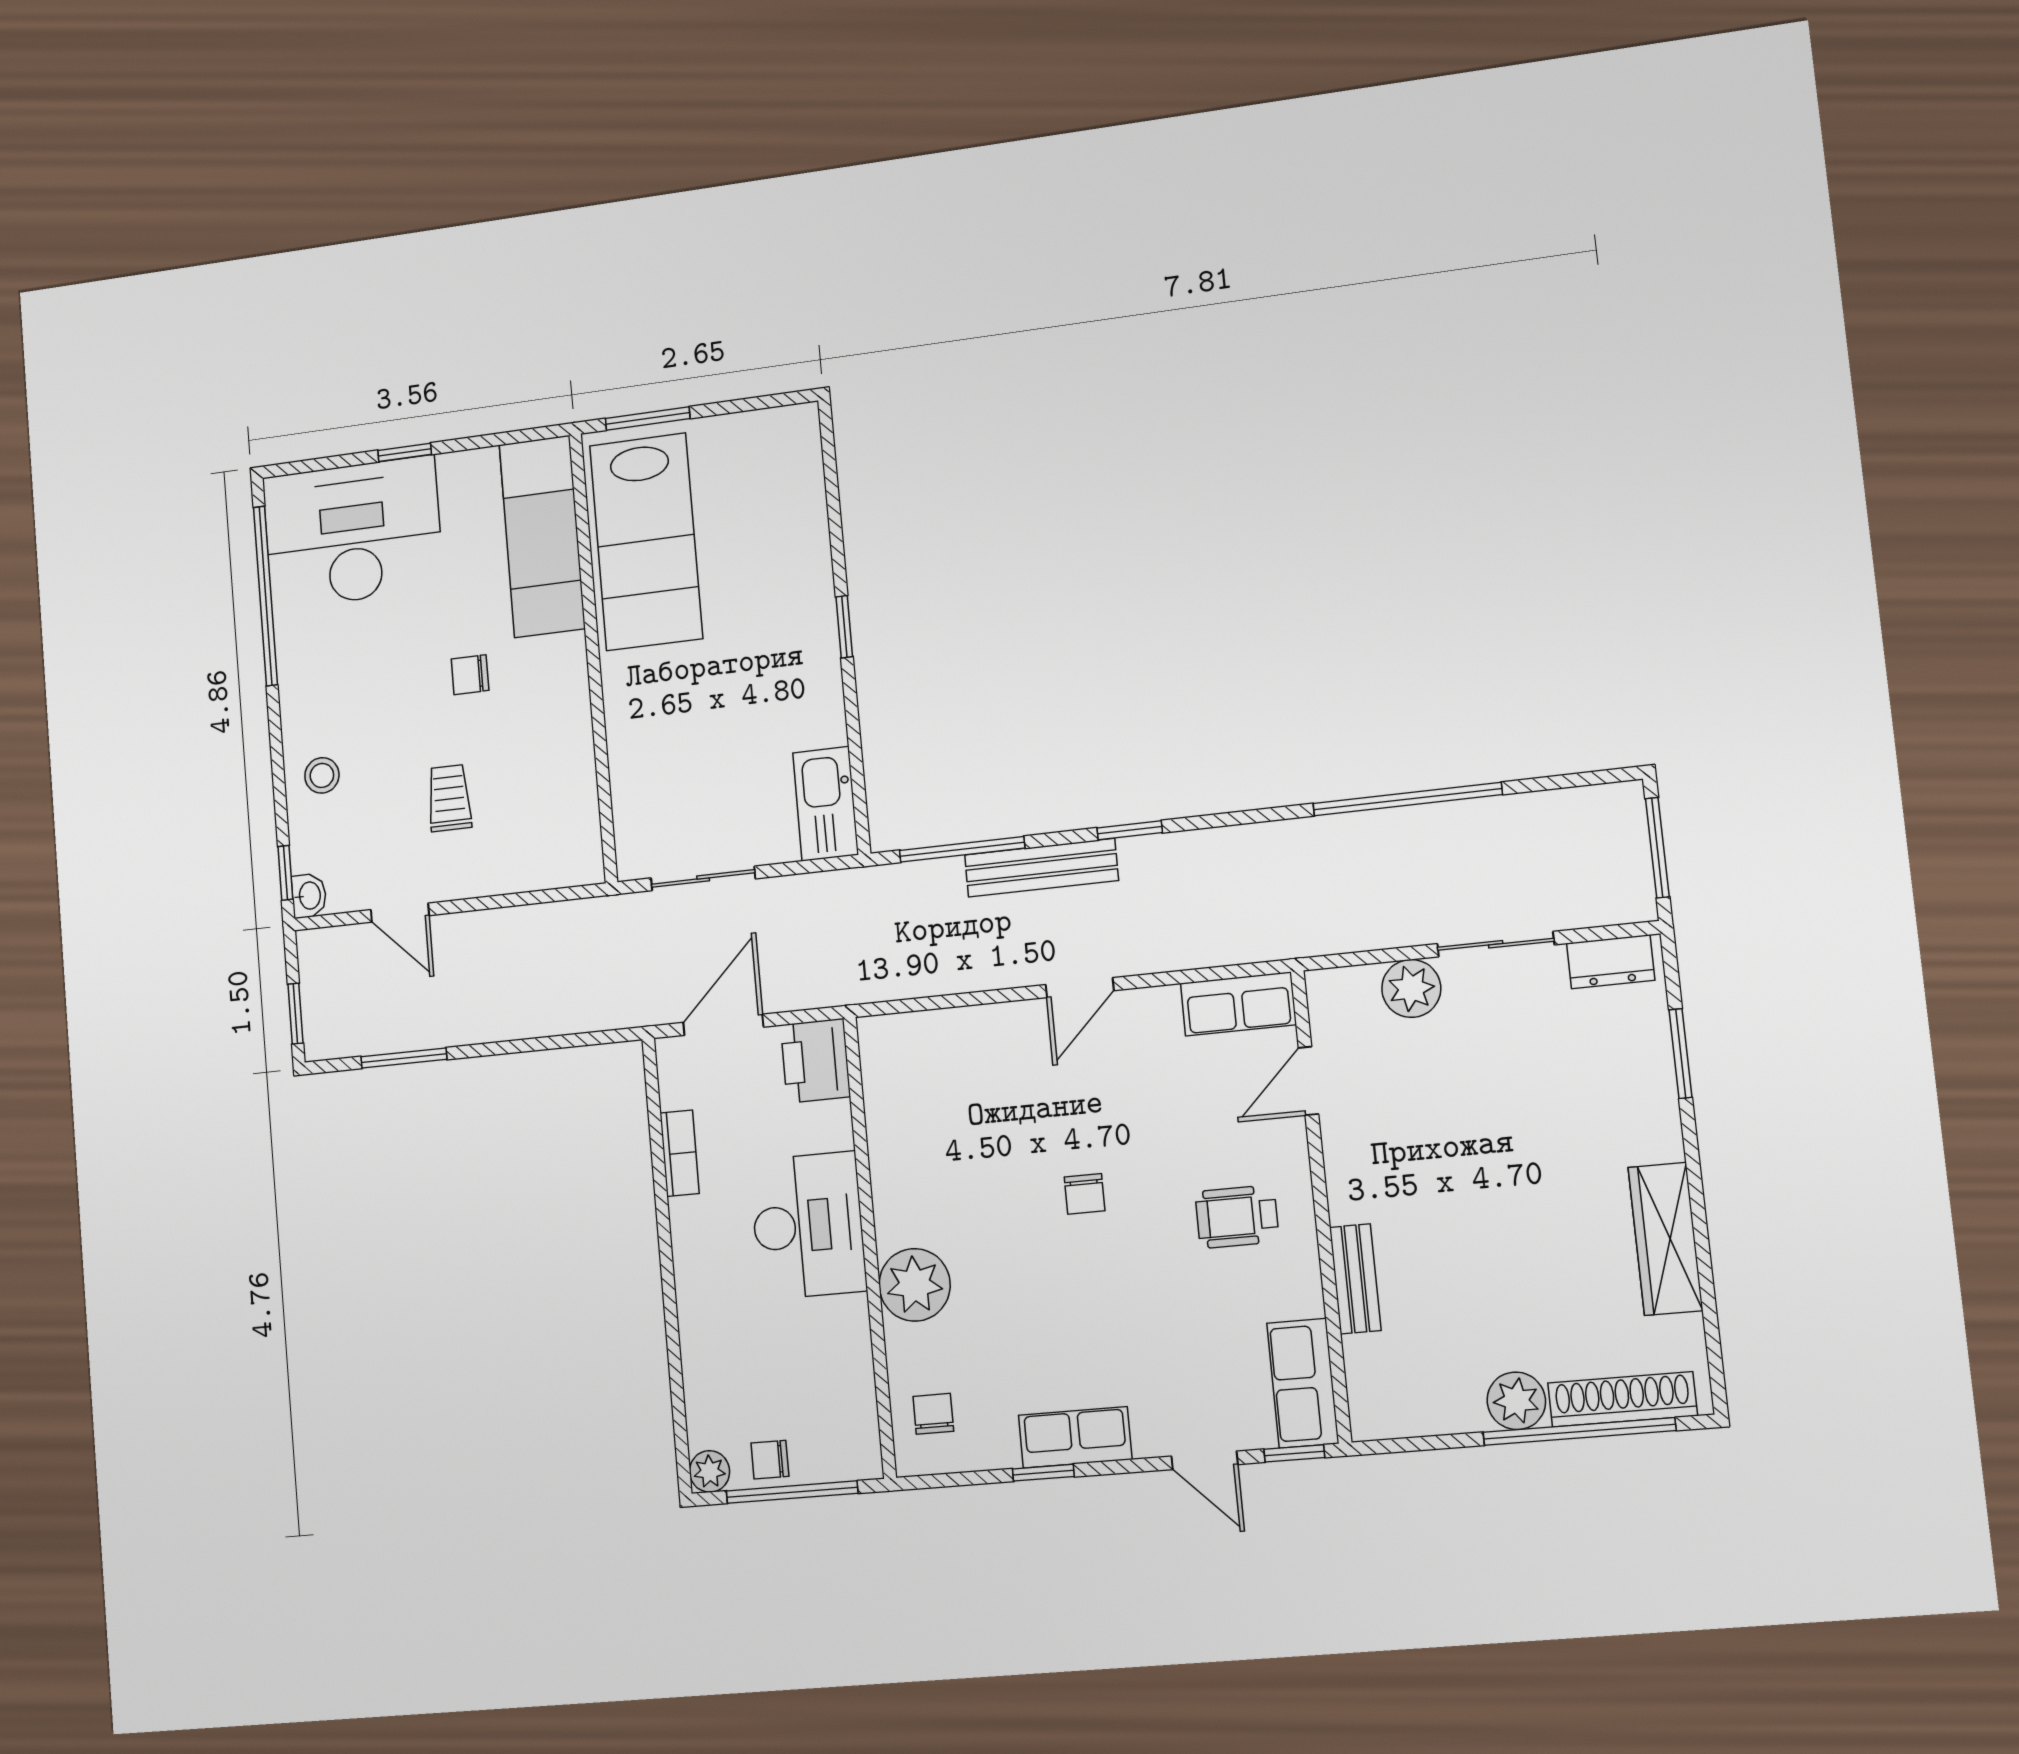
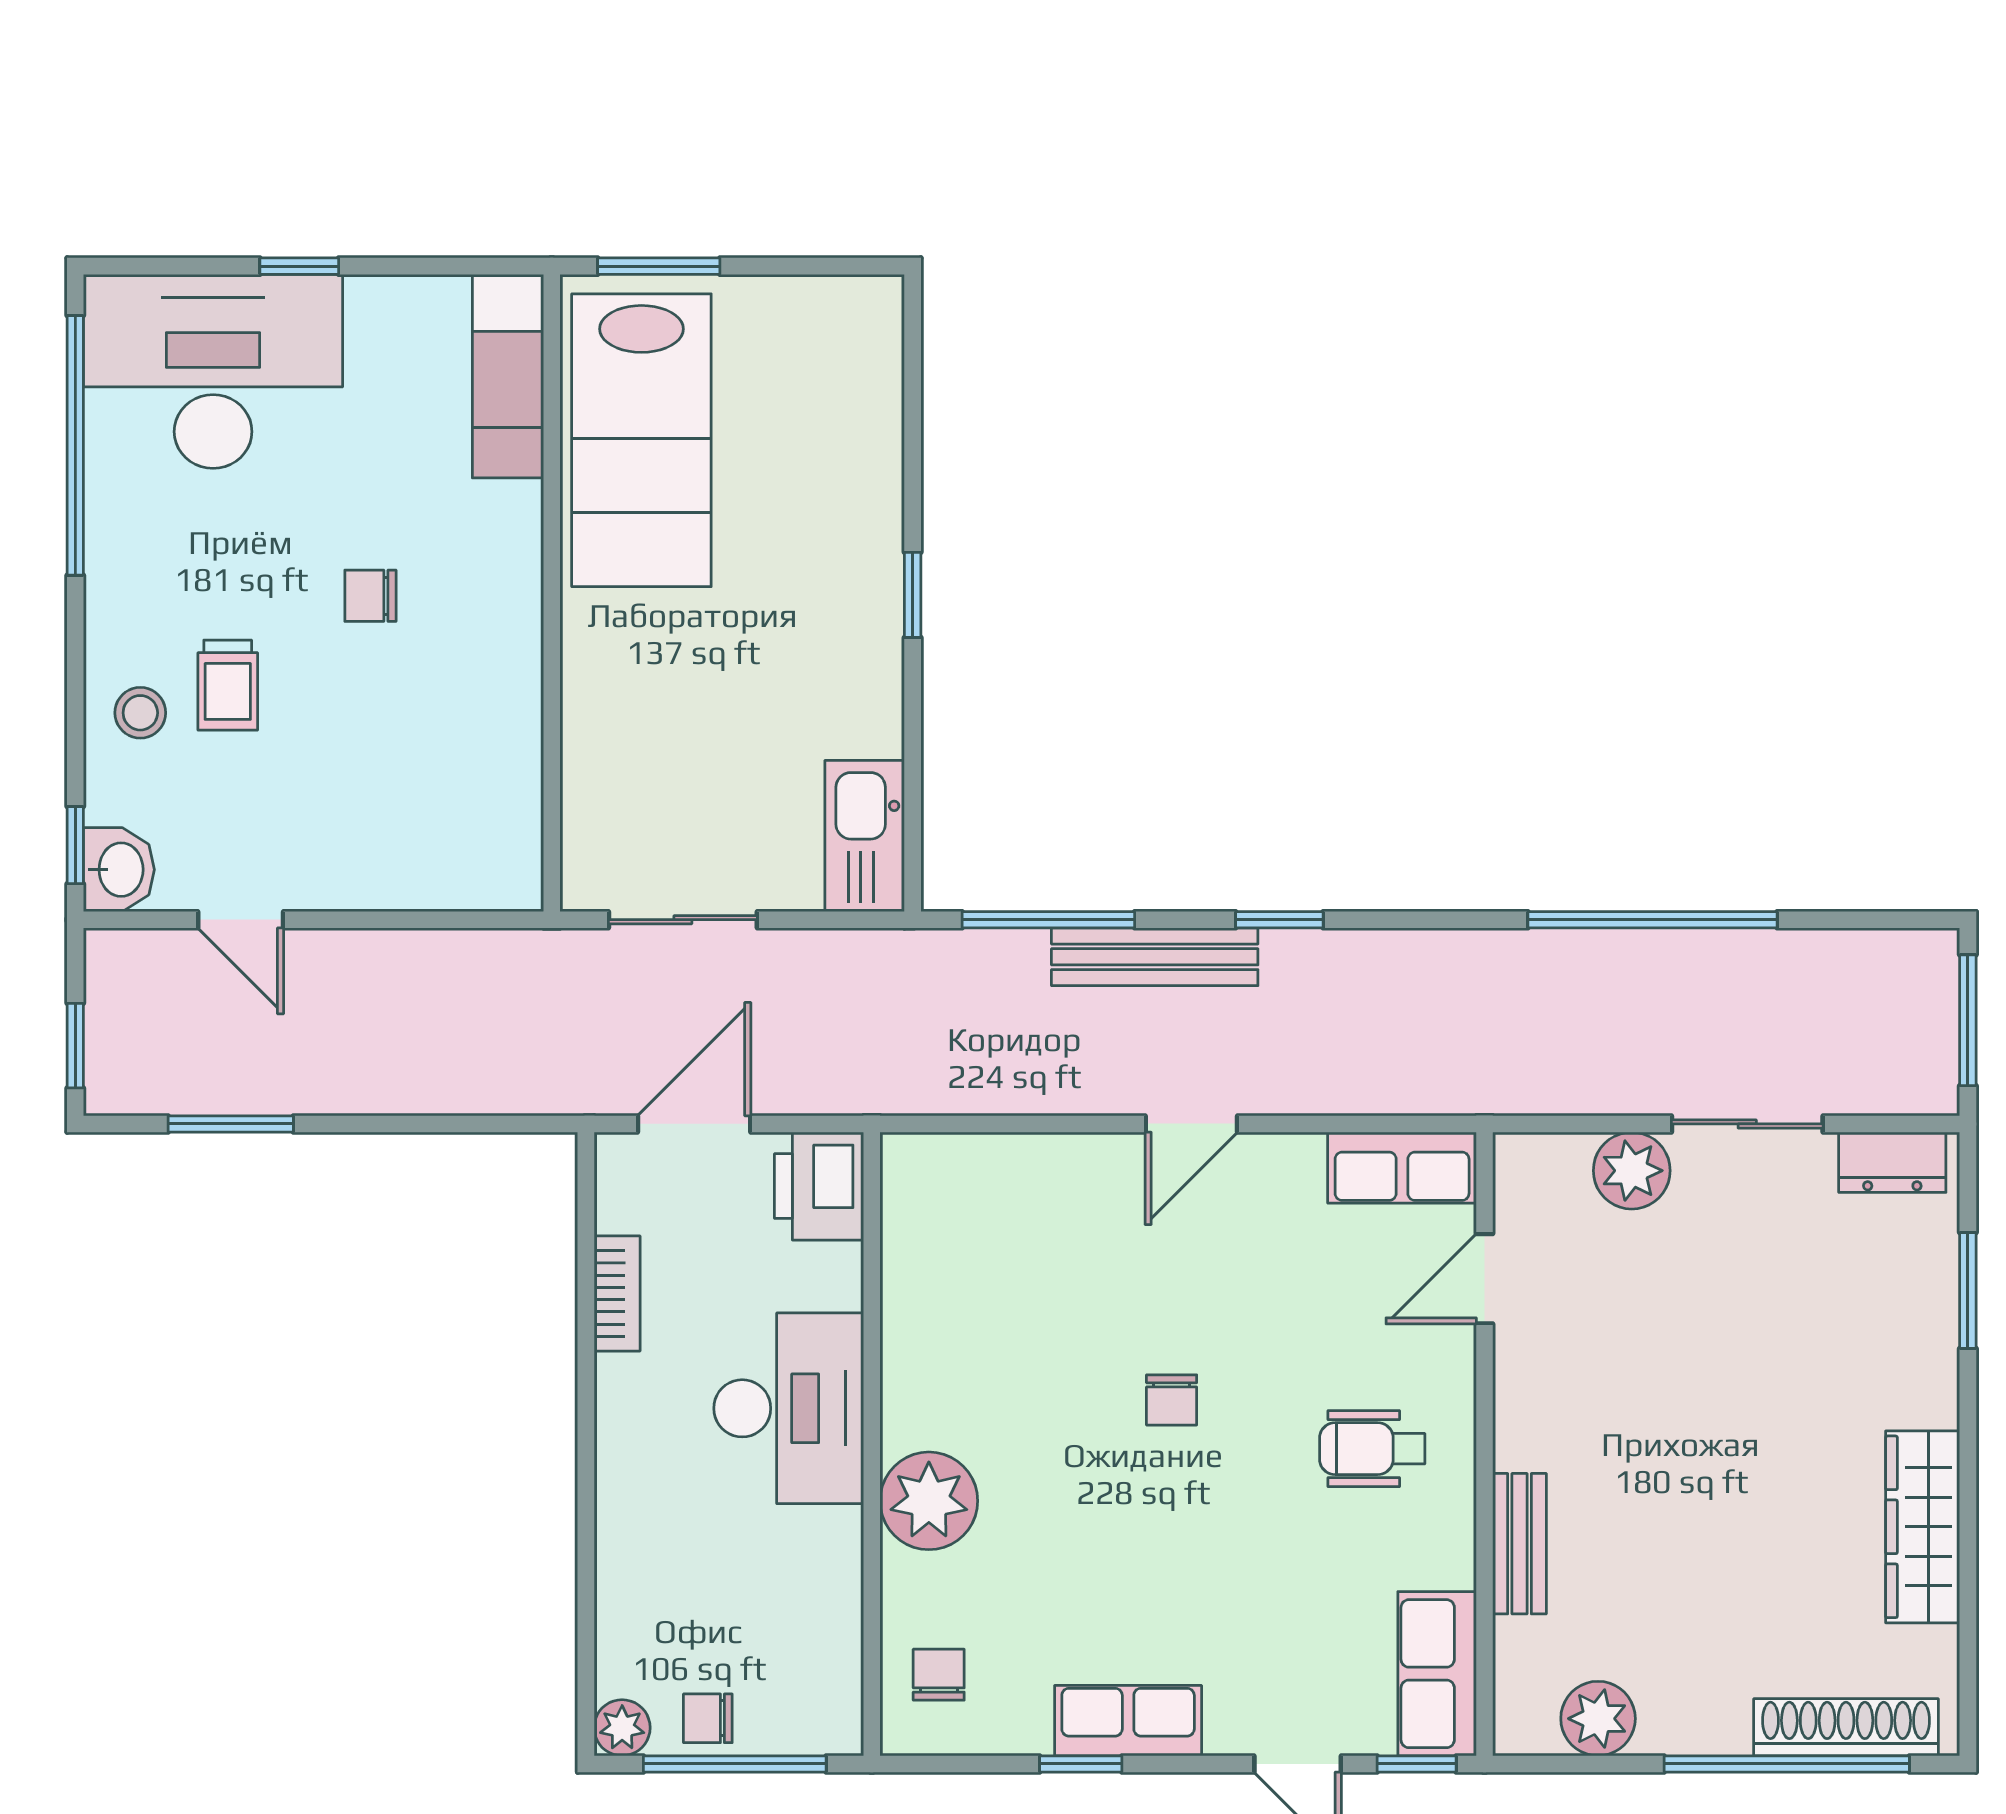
exam couch: (542, 536) -> (508, 376), width x0.73, depth x0.69
trolley: (449, 798) -> (228, 685), moved, turned 180
washbasin: (309, 896) -> (119, 870), width x1.38, depth x1.45
plant: (1516, 1401) -> (1598, 1719), moved

